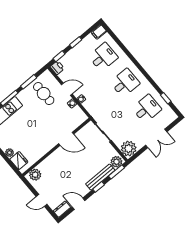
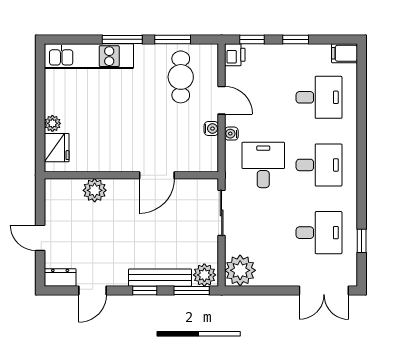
desk: (104, 101) -> (263, 165), added
double door: (156, 138) -> (324, 290), moved
door: (66, 139) -> (157, 175), hinge flipped
plant: (35, 175) -> (95, 190), moved
door: (79, 204) -> (93, 290), swing flipped

